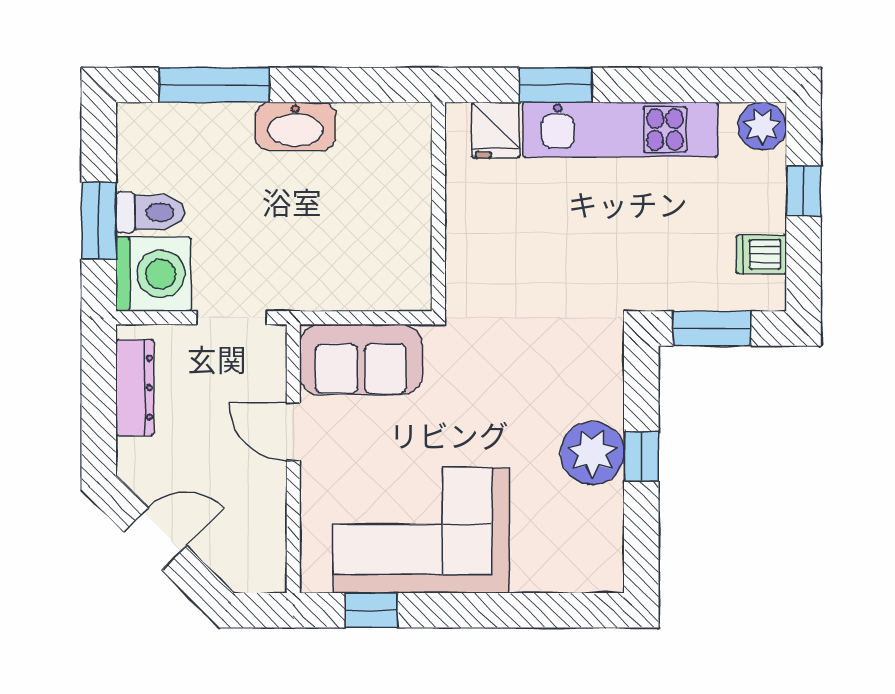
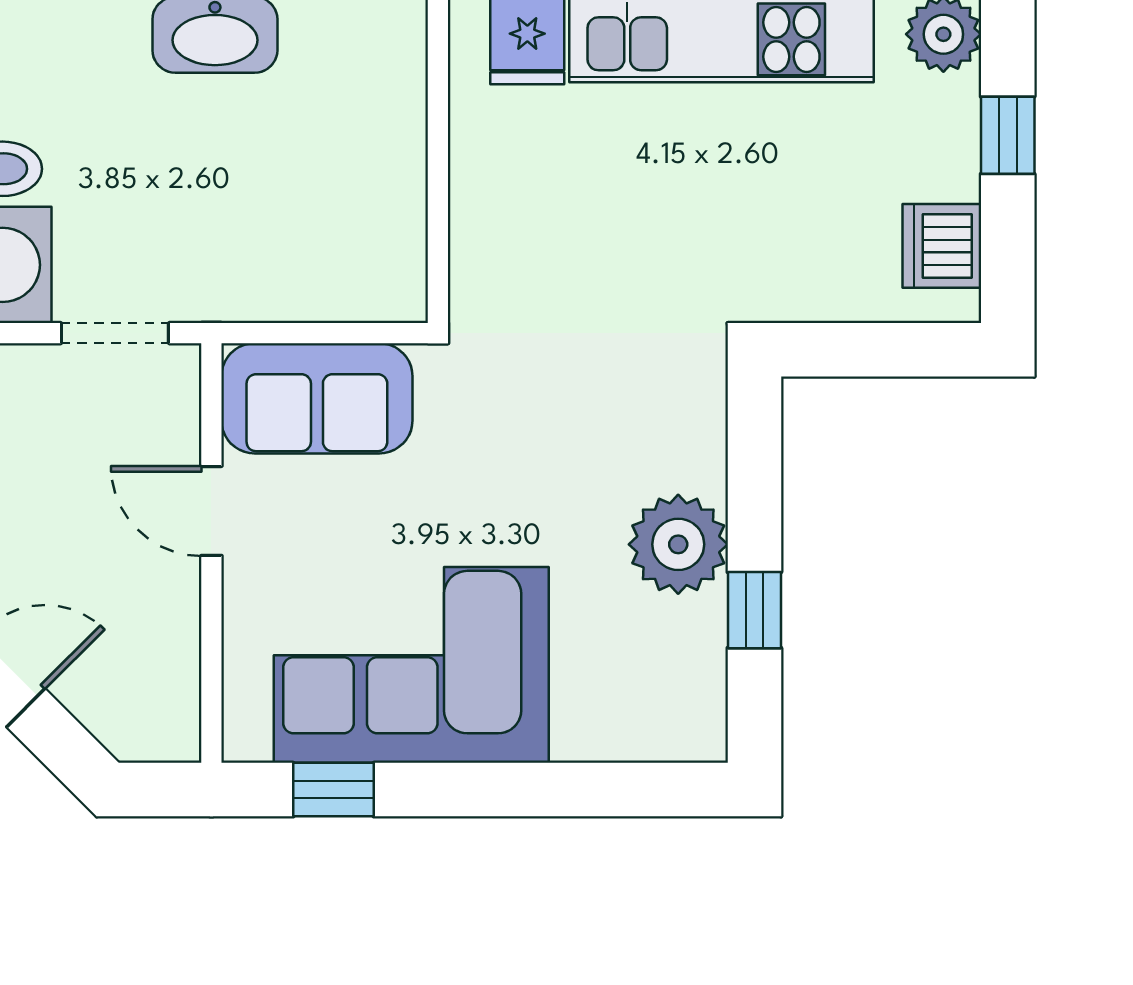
dishwasher: (761, 254) -> (942, 246), width x1.38
window: (712, 328) -> (865, 350), removed
window: (641, 456) -> (754, 610), moved

